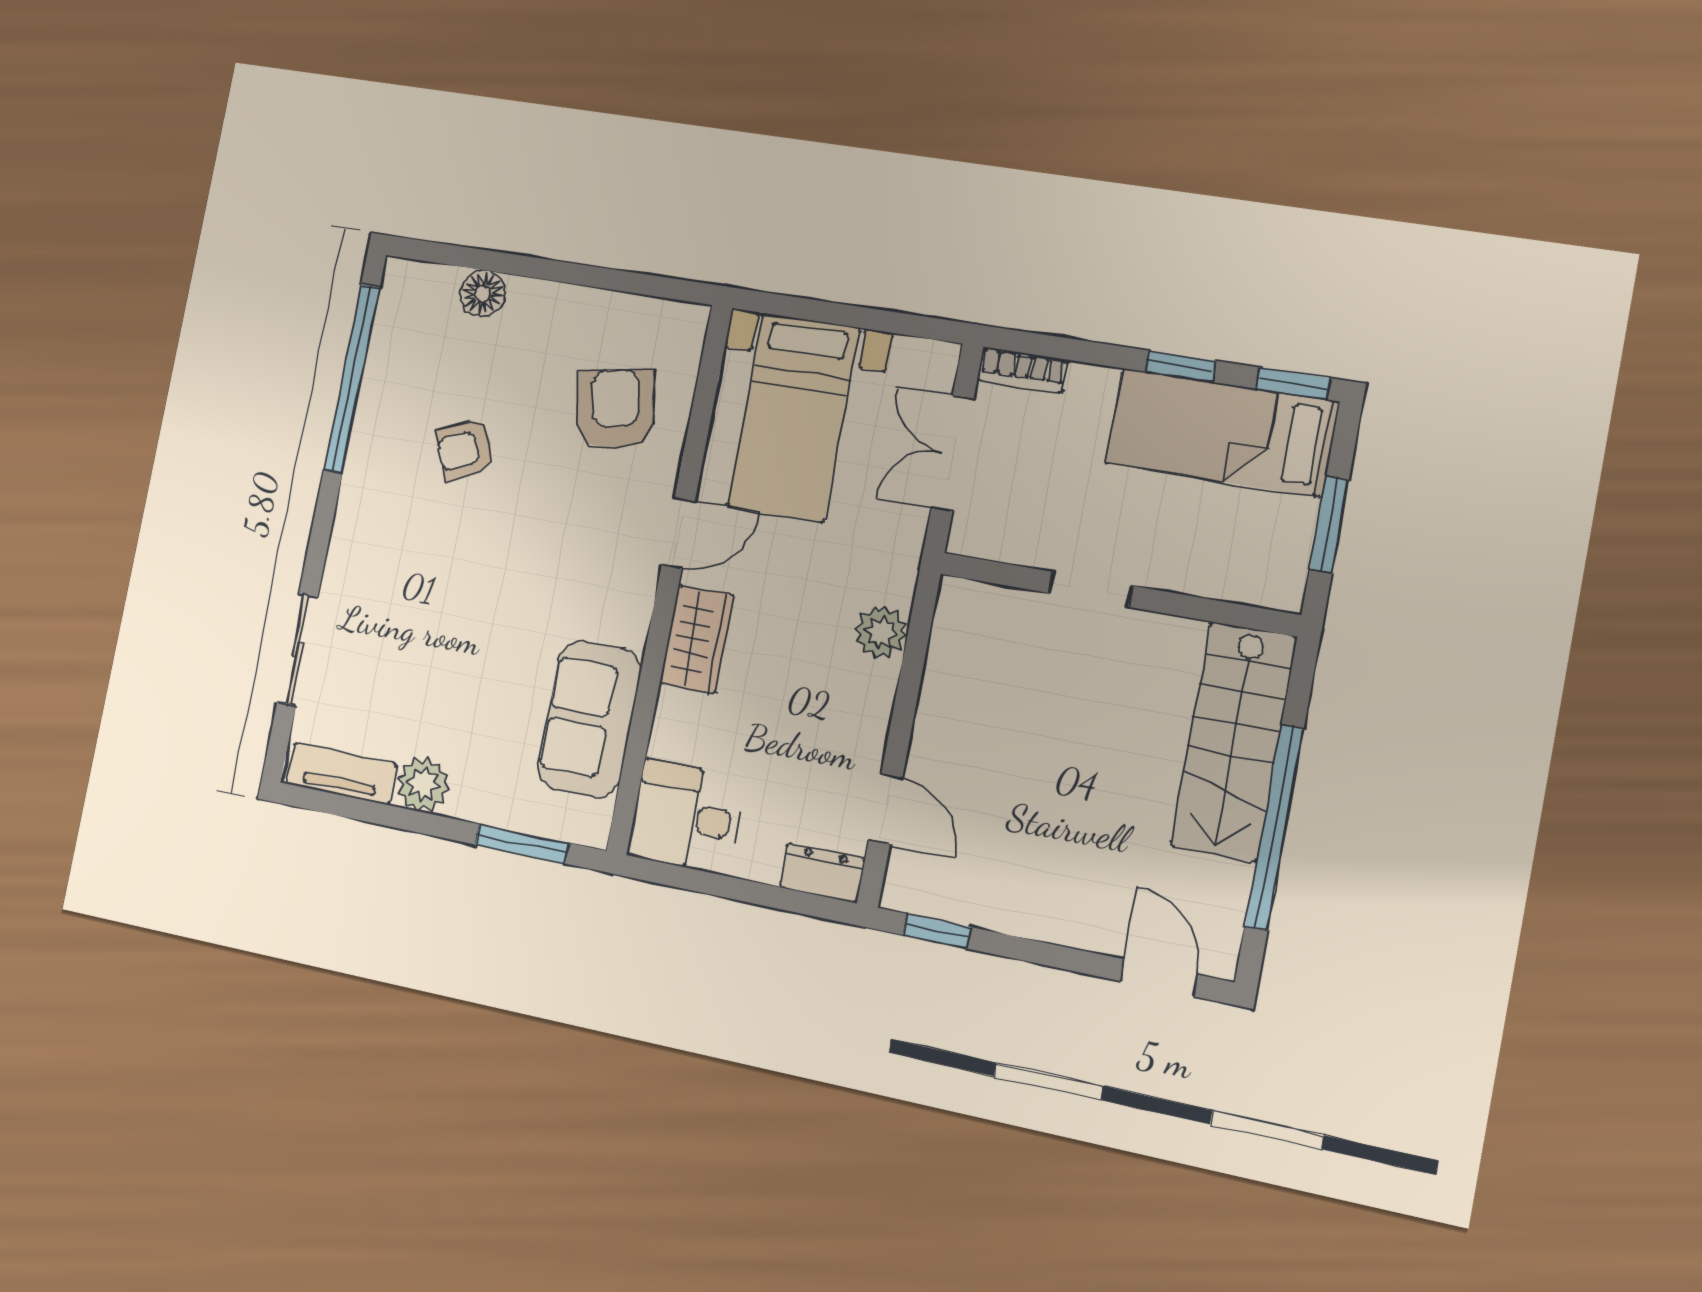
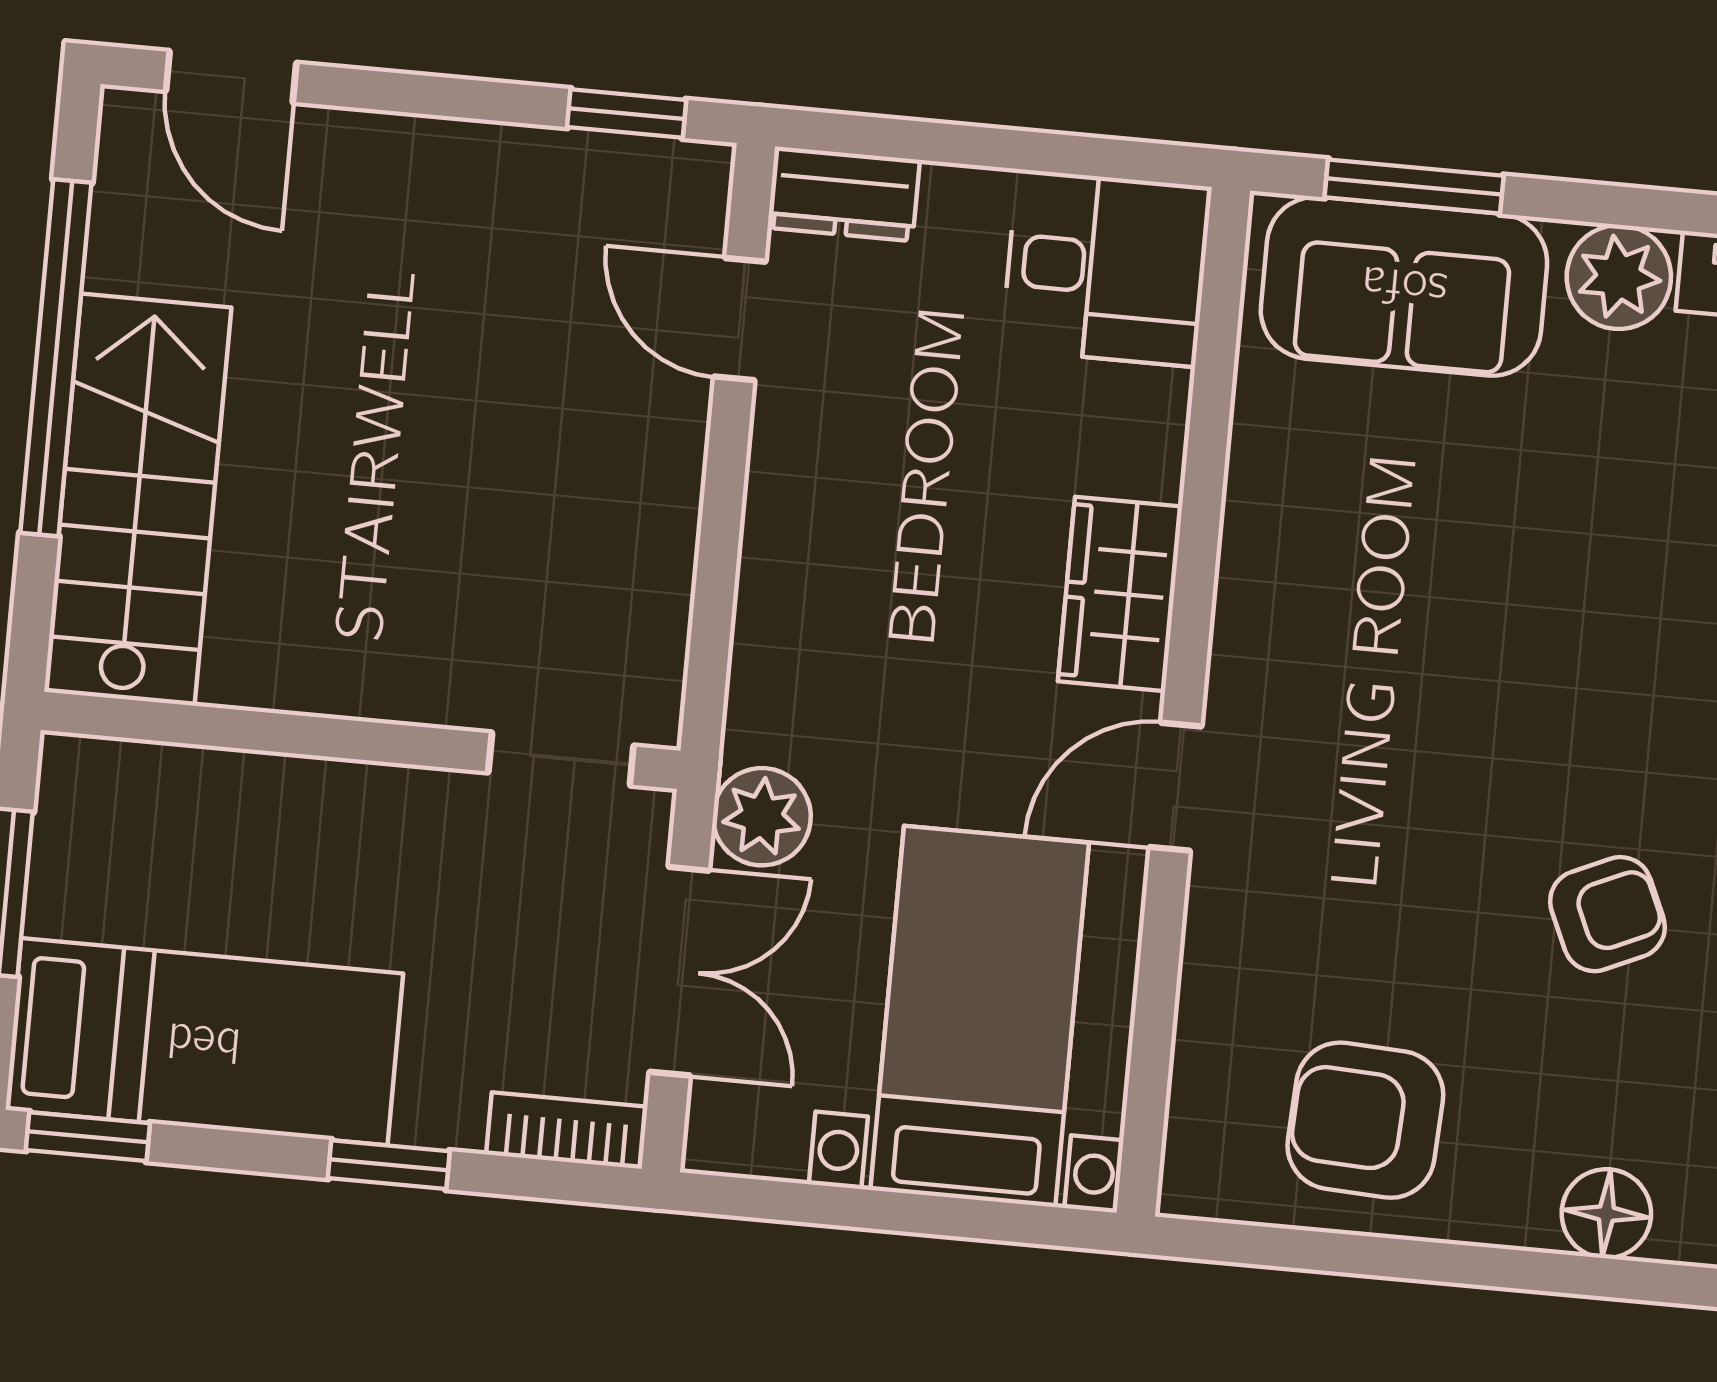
window: (1180, 366) -> (389, 1165), moved
armchair: (615, 409) -> (1365, 1120), moved, turned 103
doorway: (1090, 589) -> (561, 759), moved
plant: (881, 632) -> (762, 817), moved
sofa: (589, 719) -> (1404, 286), moved, turned 90

